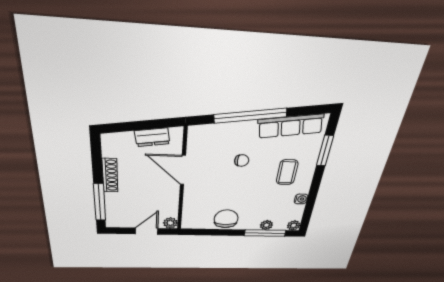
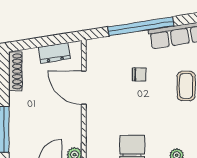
shoe rack: (110, 175) -> (15, 71), moved

